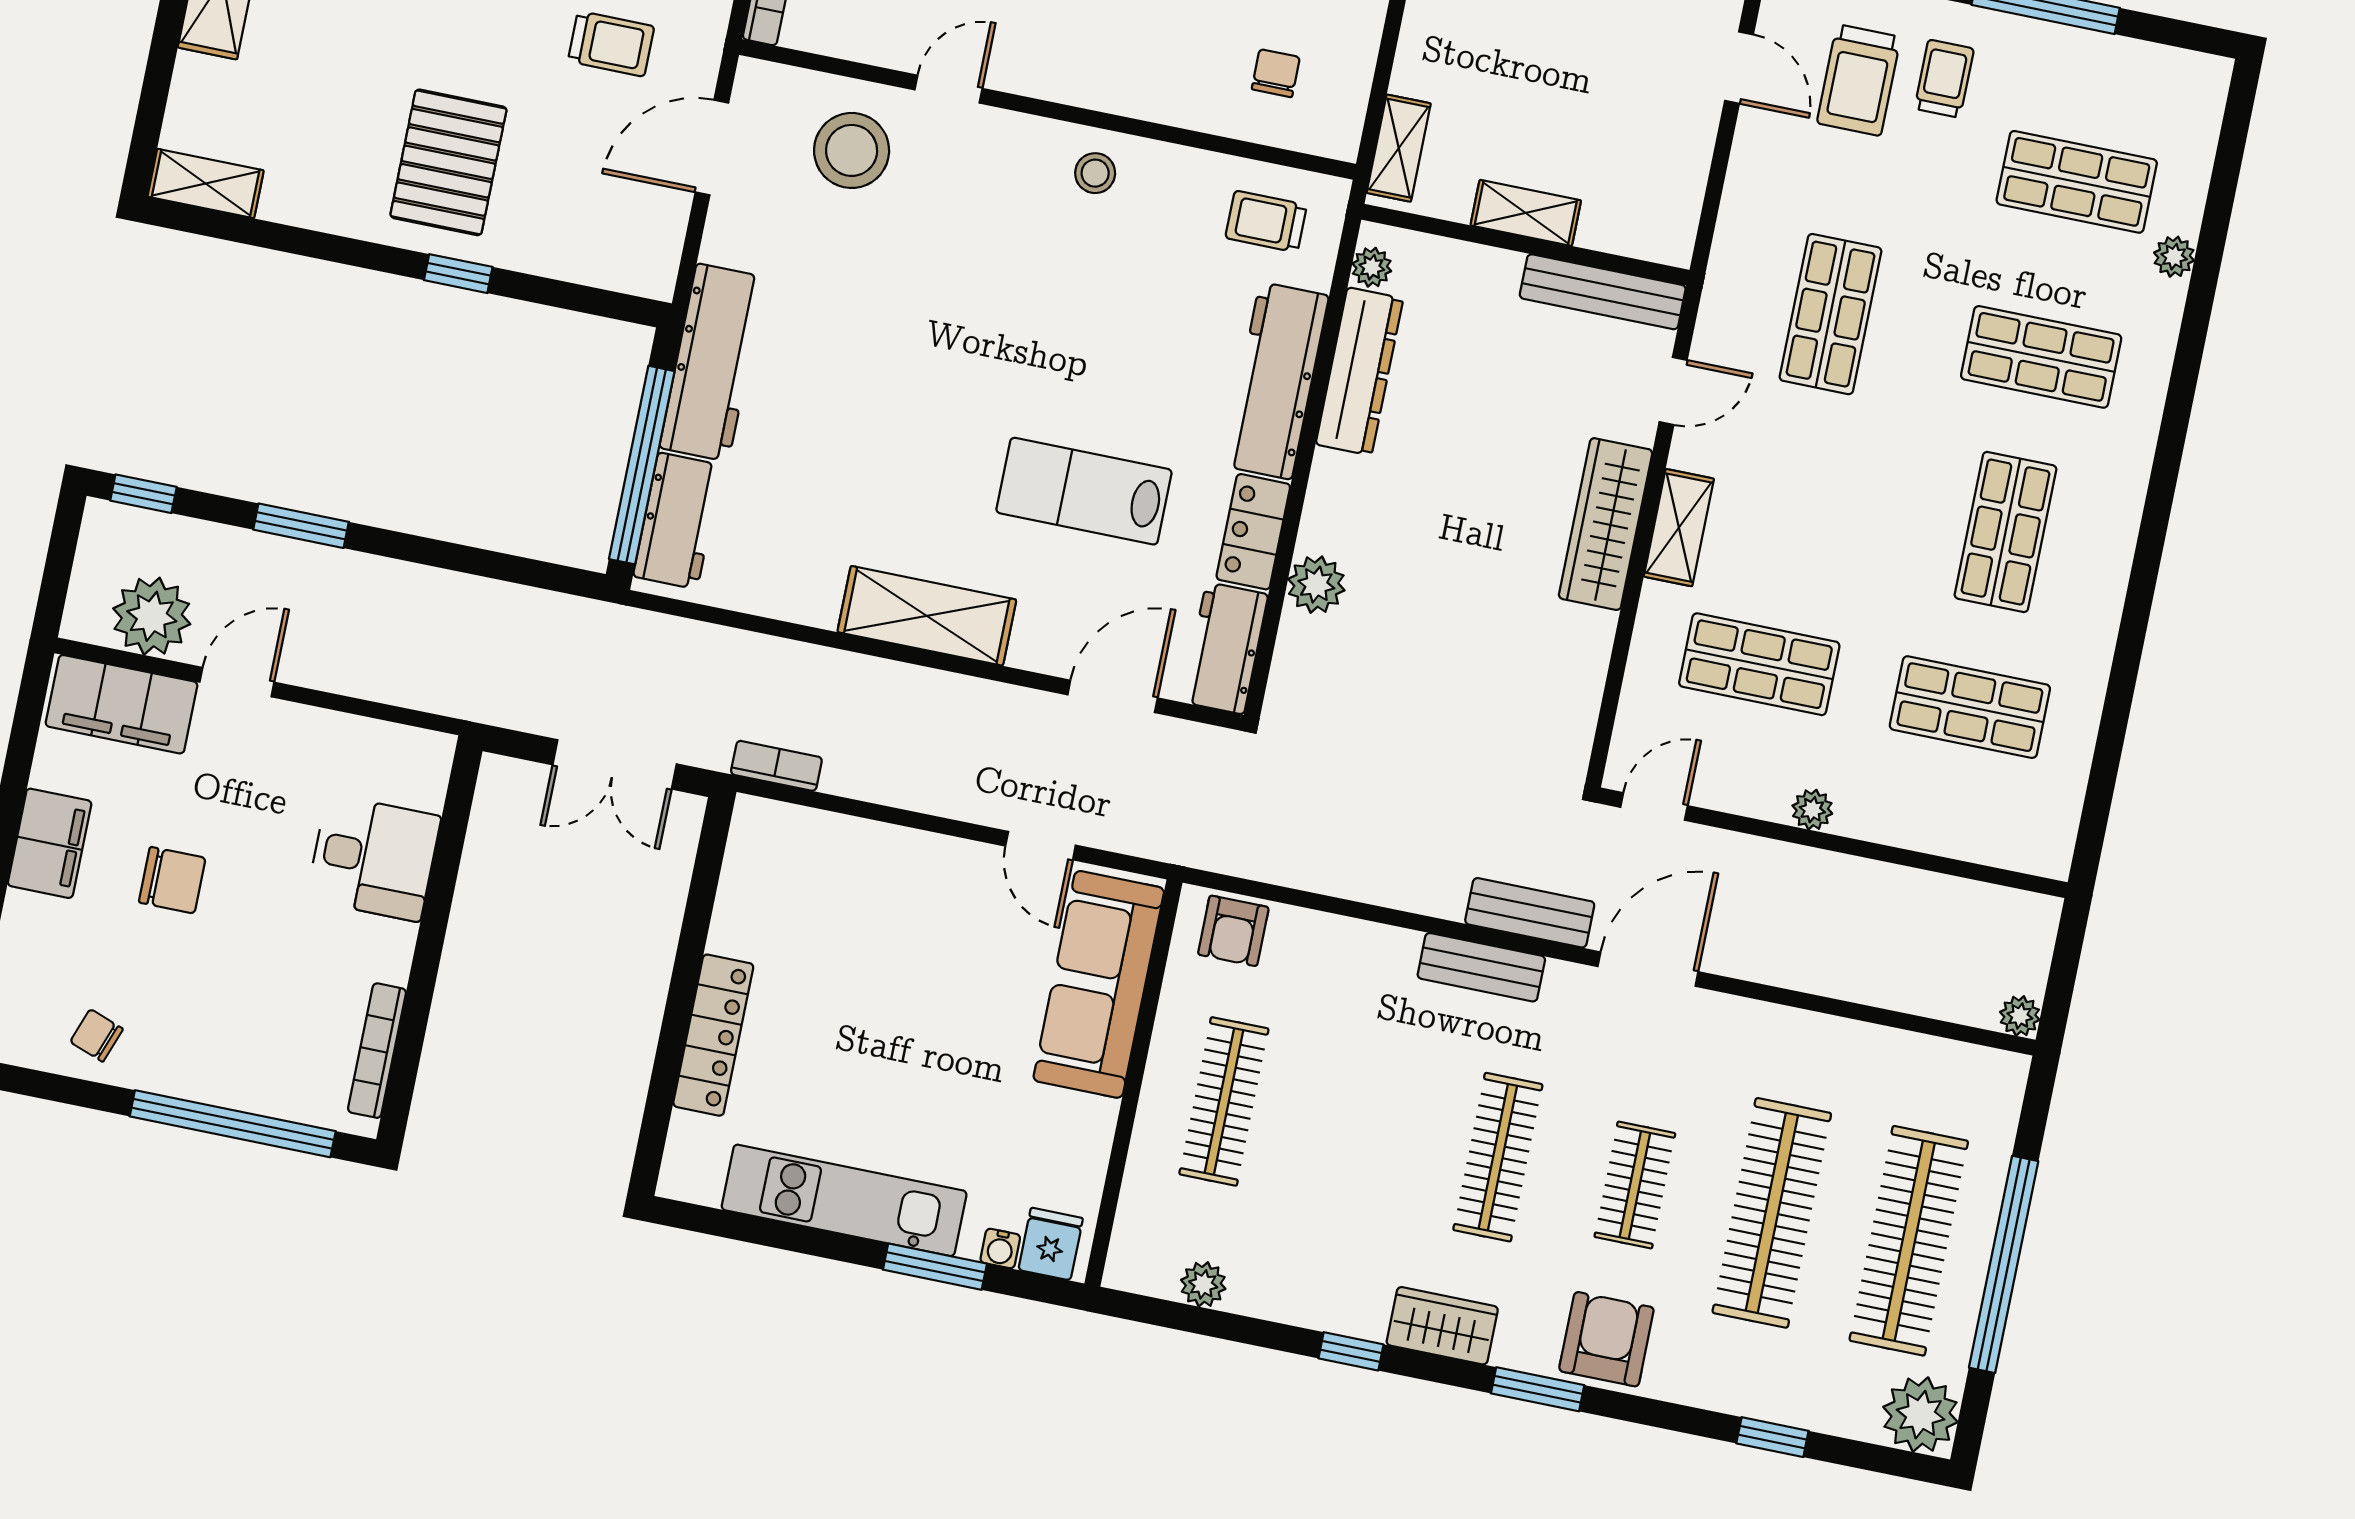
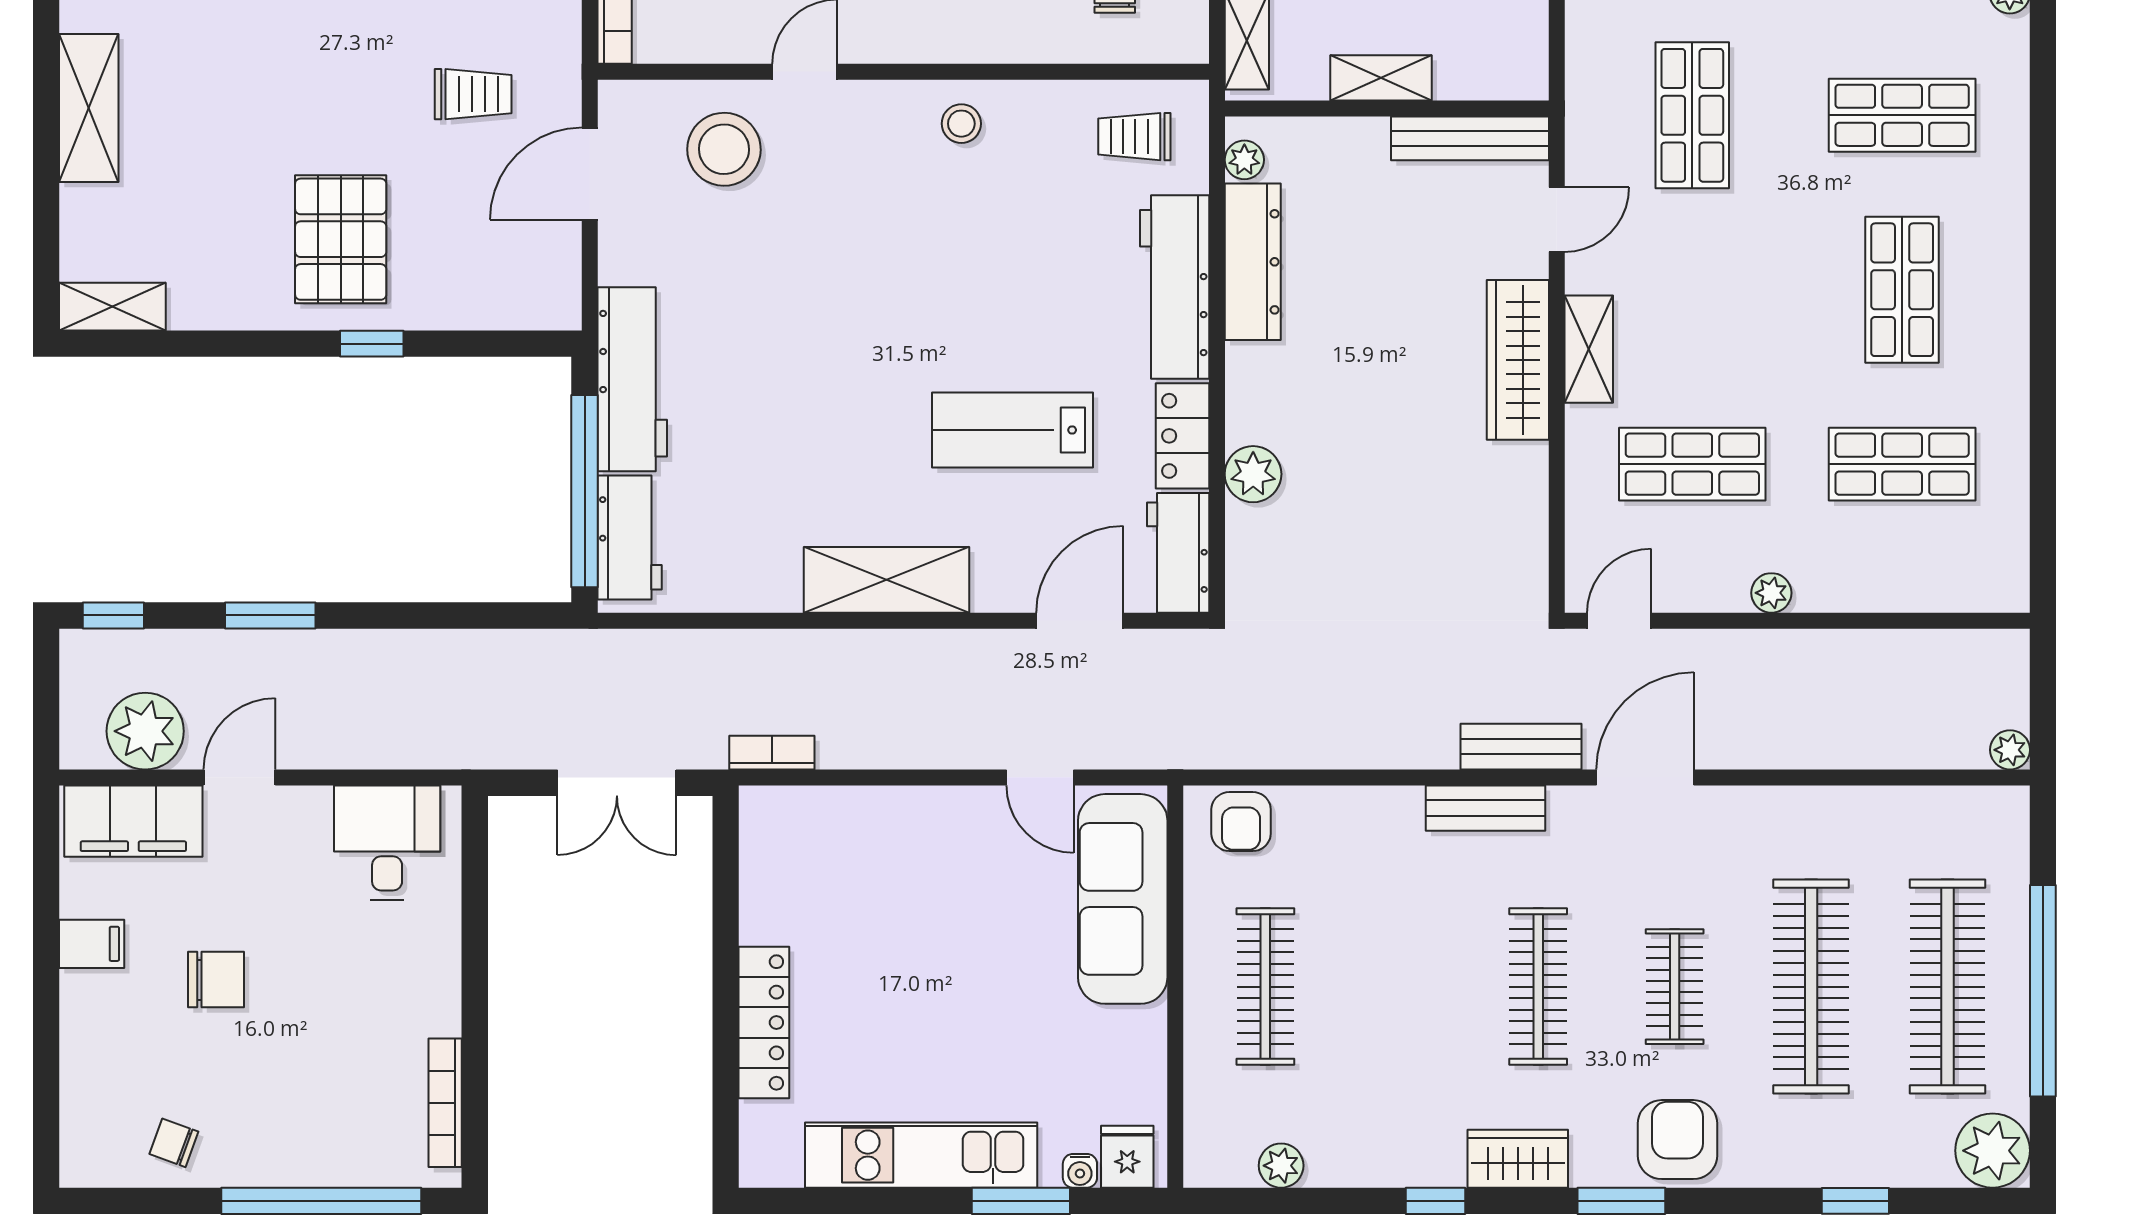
filing cabinet: (50, 843) -> (92, 944), width x0.50
desk: (374, 858) -> (387, 843), moved, turned -90

